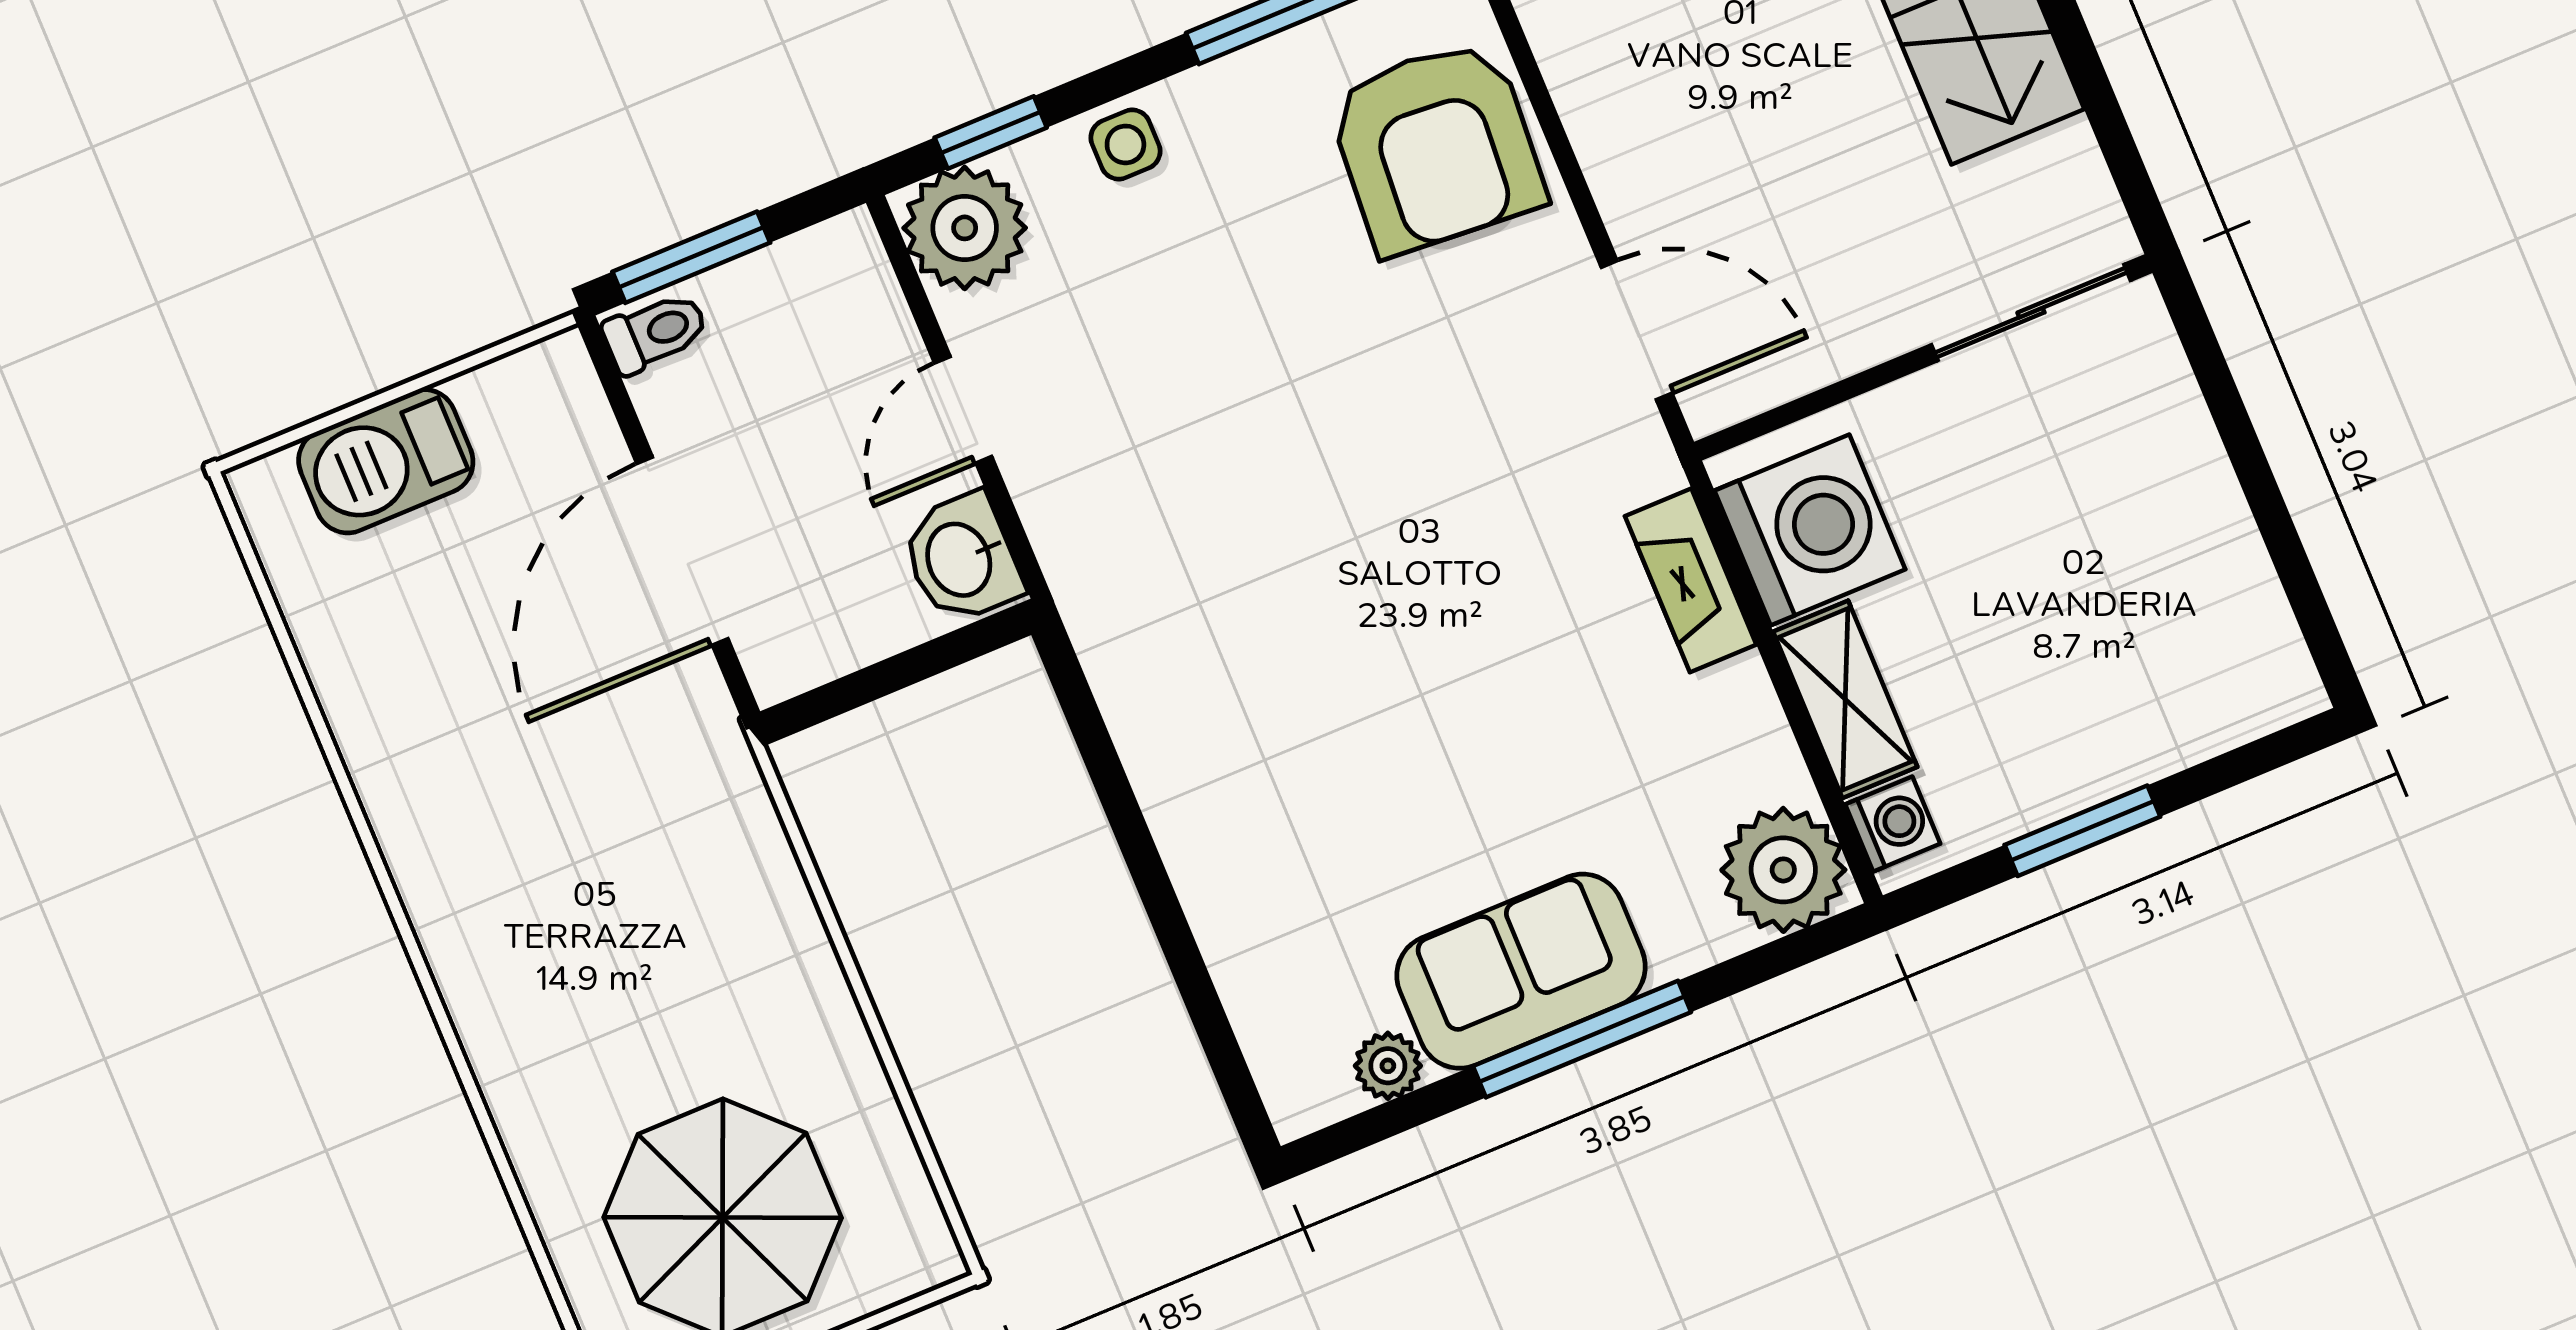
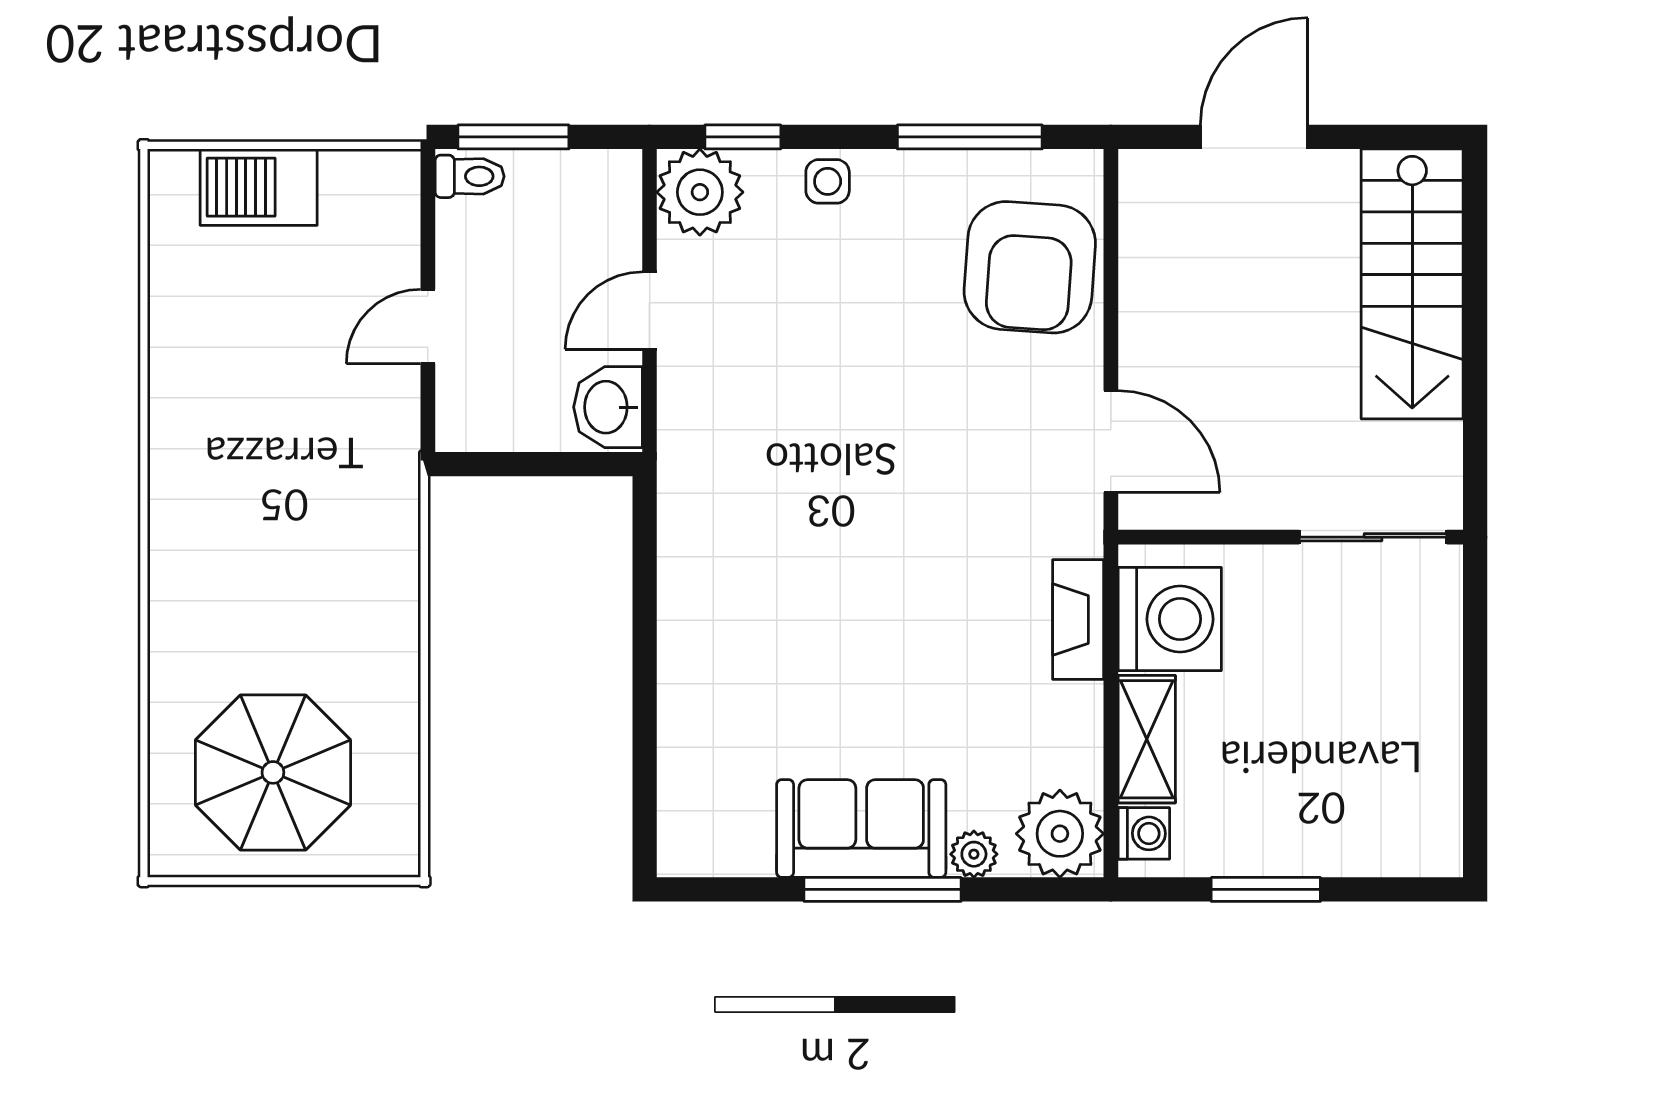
door: (682, 551) -> (428, 326), width x0.53
plant: (1388, 1066) -> (974, 854), moved

